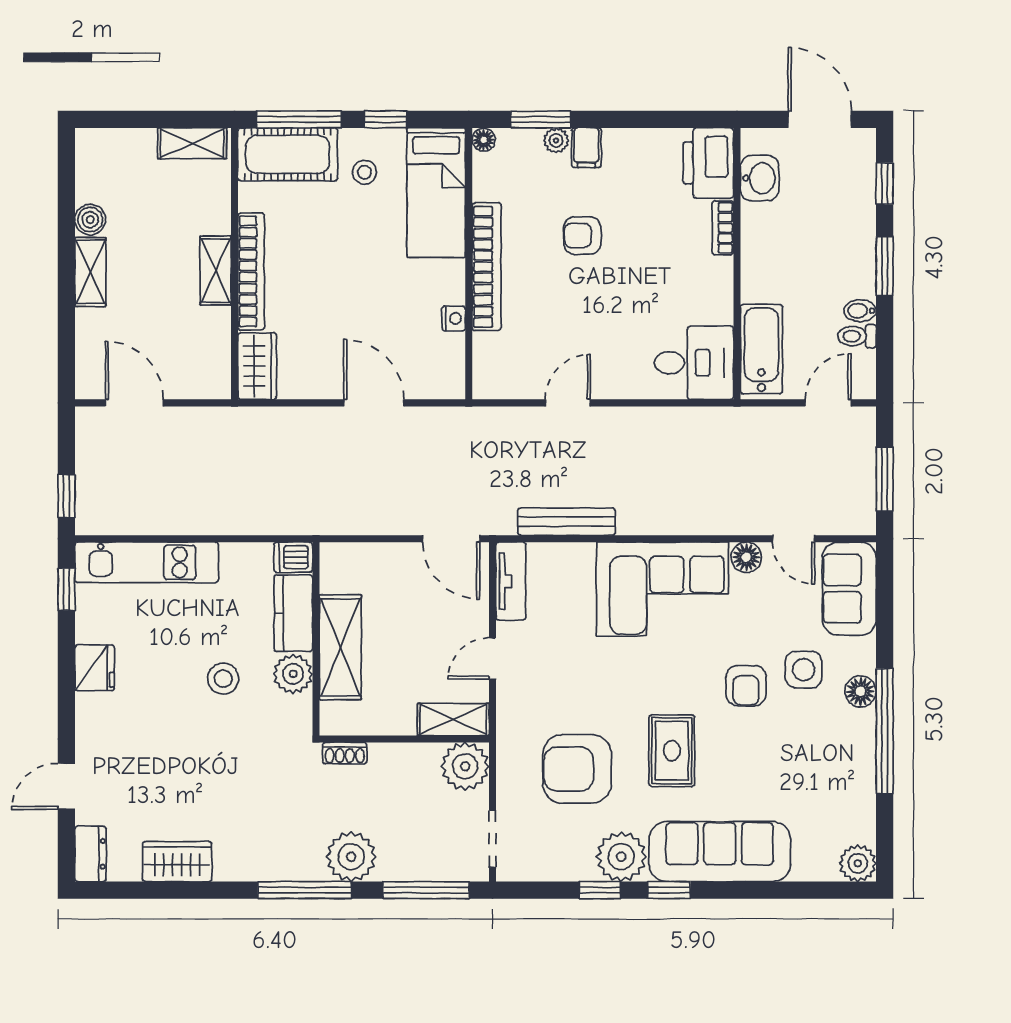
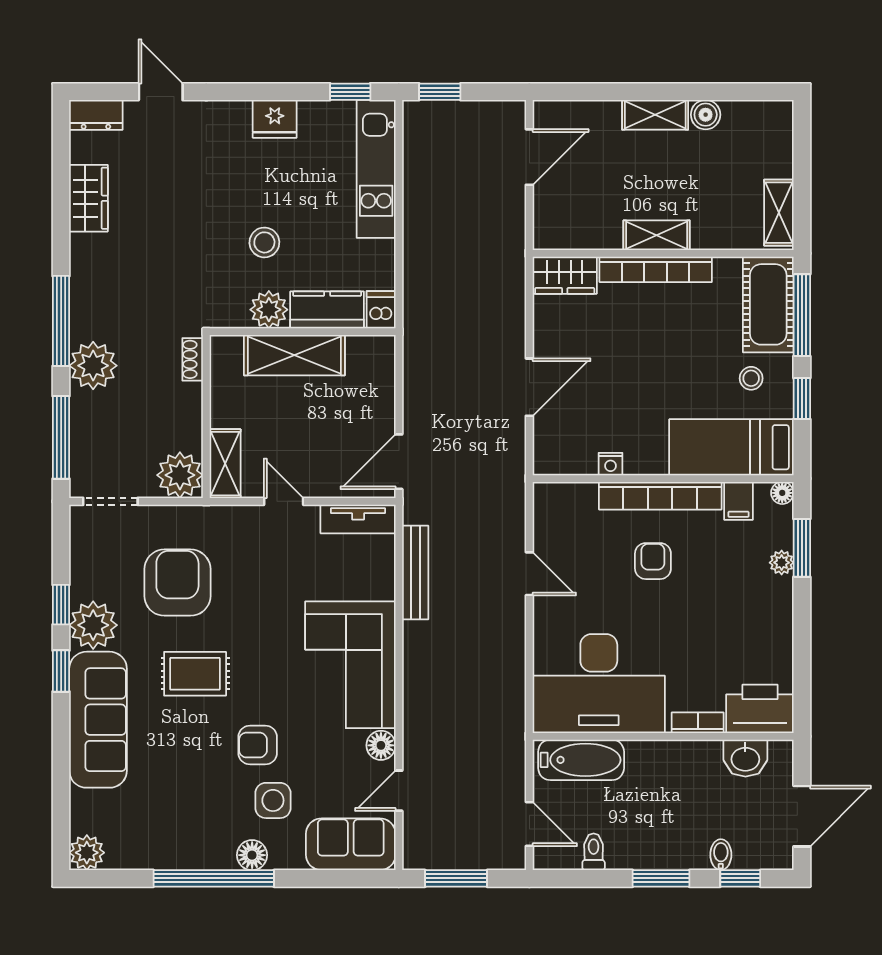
filing cabinet: (586, 148) -> (738, 501), moved, turned -90
armchair: (582, 235) -> (653, 561), moved
bidet: (860, 311) -> (721, 855), moved
desk: (694, 363) -> (599, 684), width x1.87, depth x1.30

